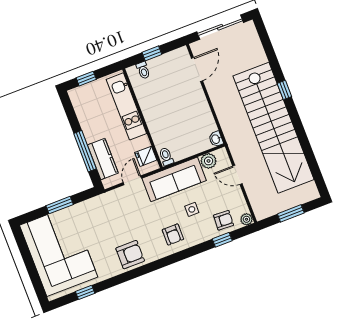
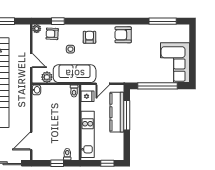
kitchen counter: (103, 159) -> (117, 112), width x1.50
window: (60, 205) -> (157, 86), width x2.11
corner sofa: (59, 251) -> (175, 63), width x0.73, depth x0.74
window: (85, 292) -> (163, 21), width x2.17

